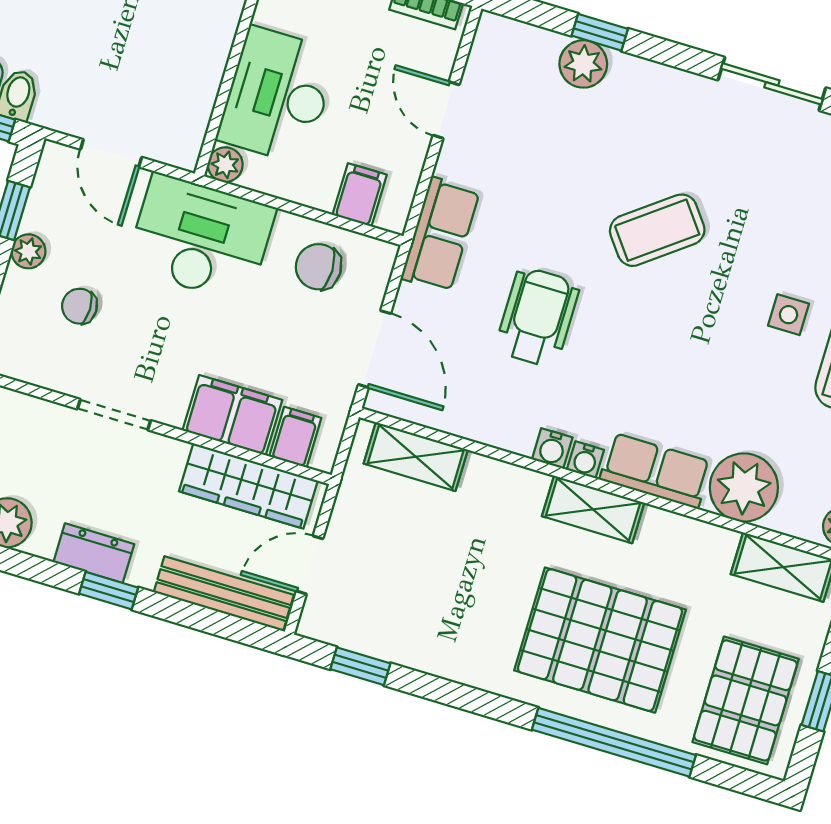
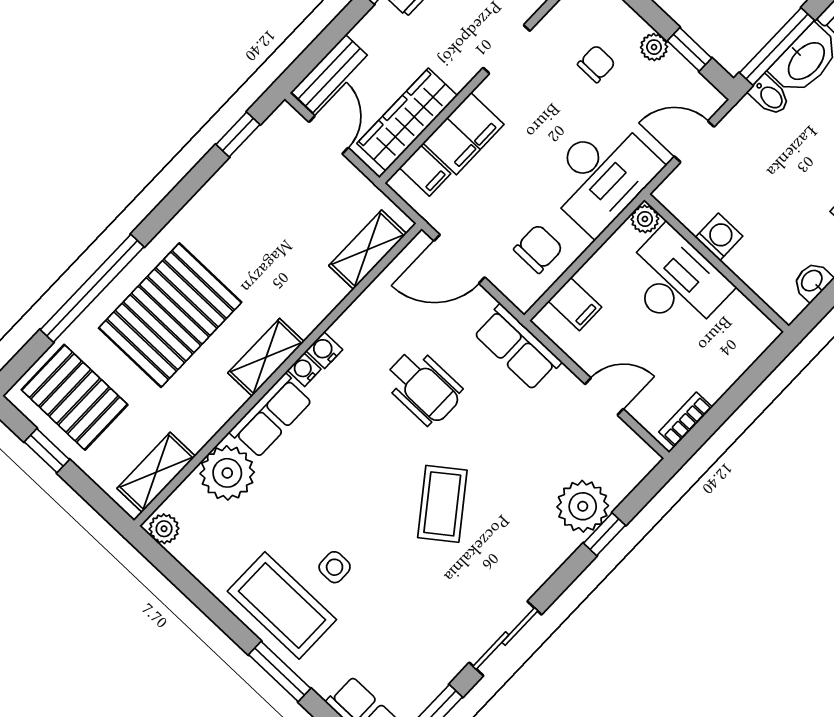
plant: (583, 64) -> (583, 506), width x1.36, depth x1.36
washing machine: (203, 72) -> (719, 237), added
bench: (224, 594) -> (329, 74), width x0.73

